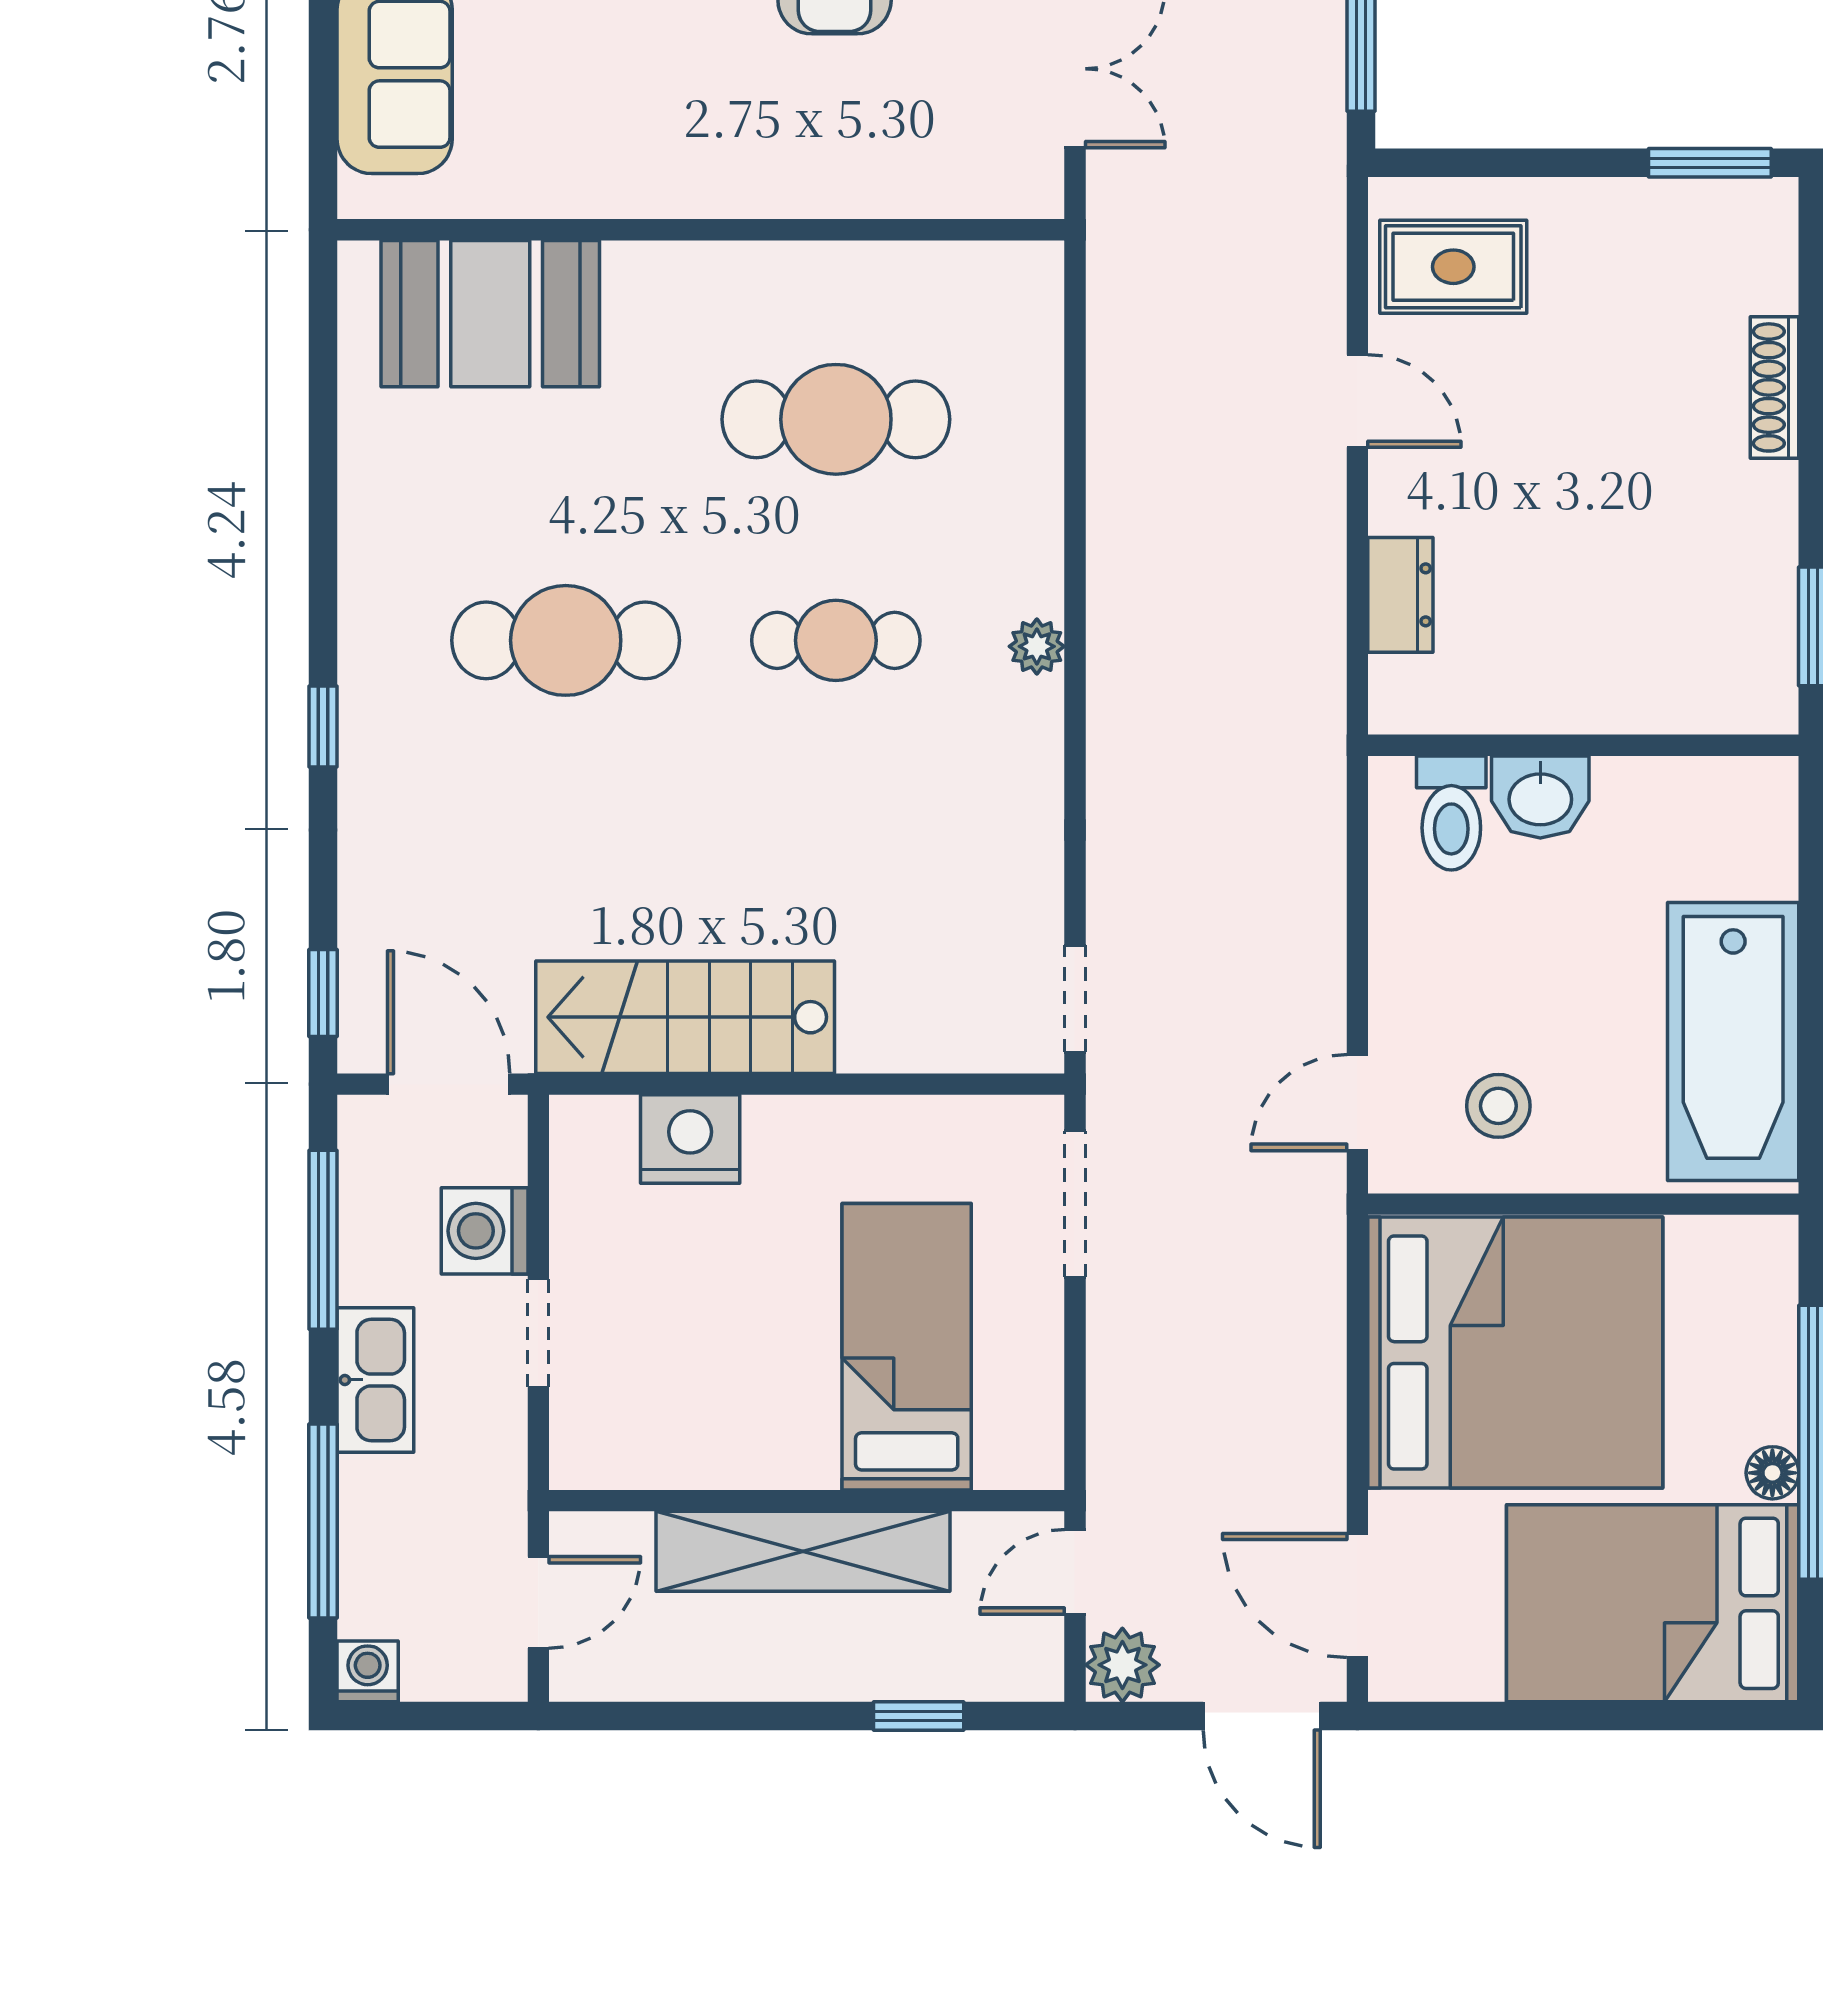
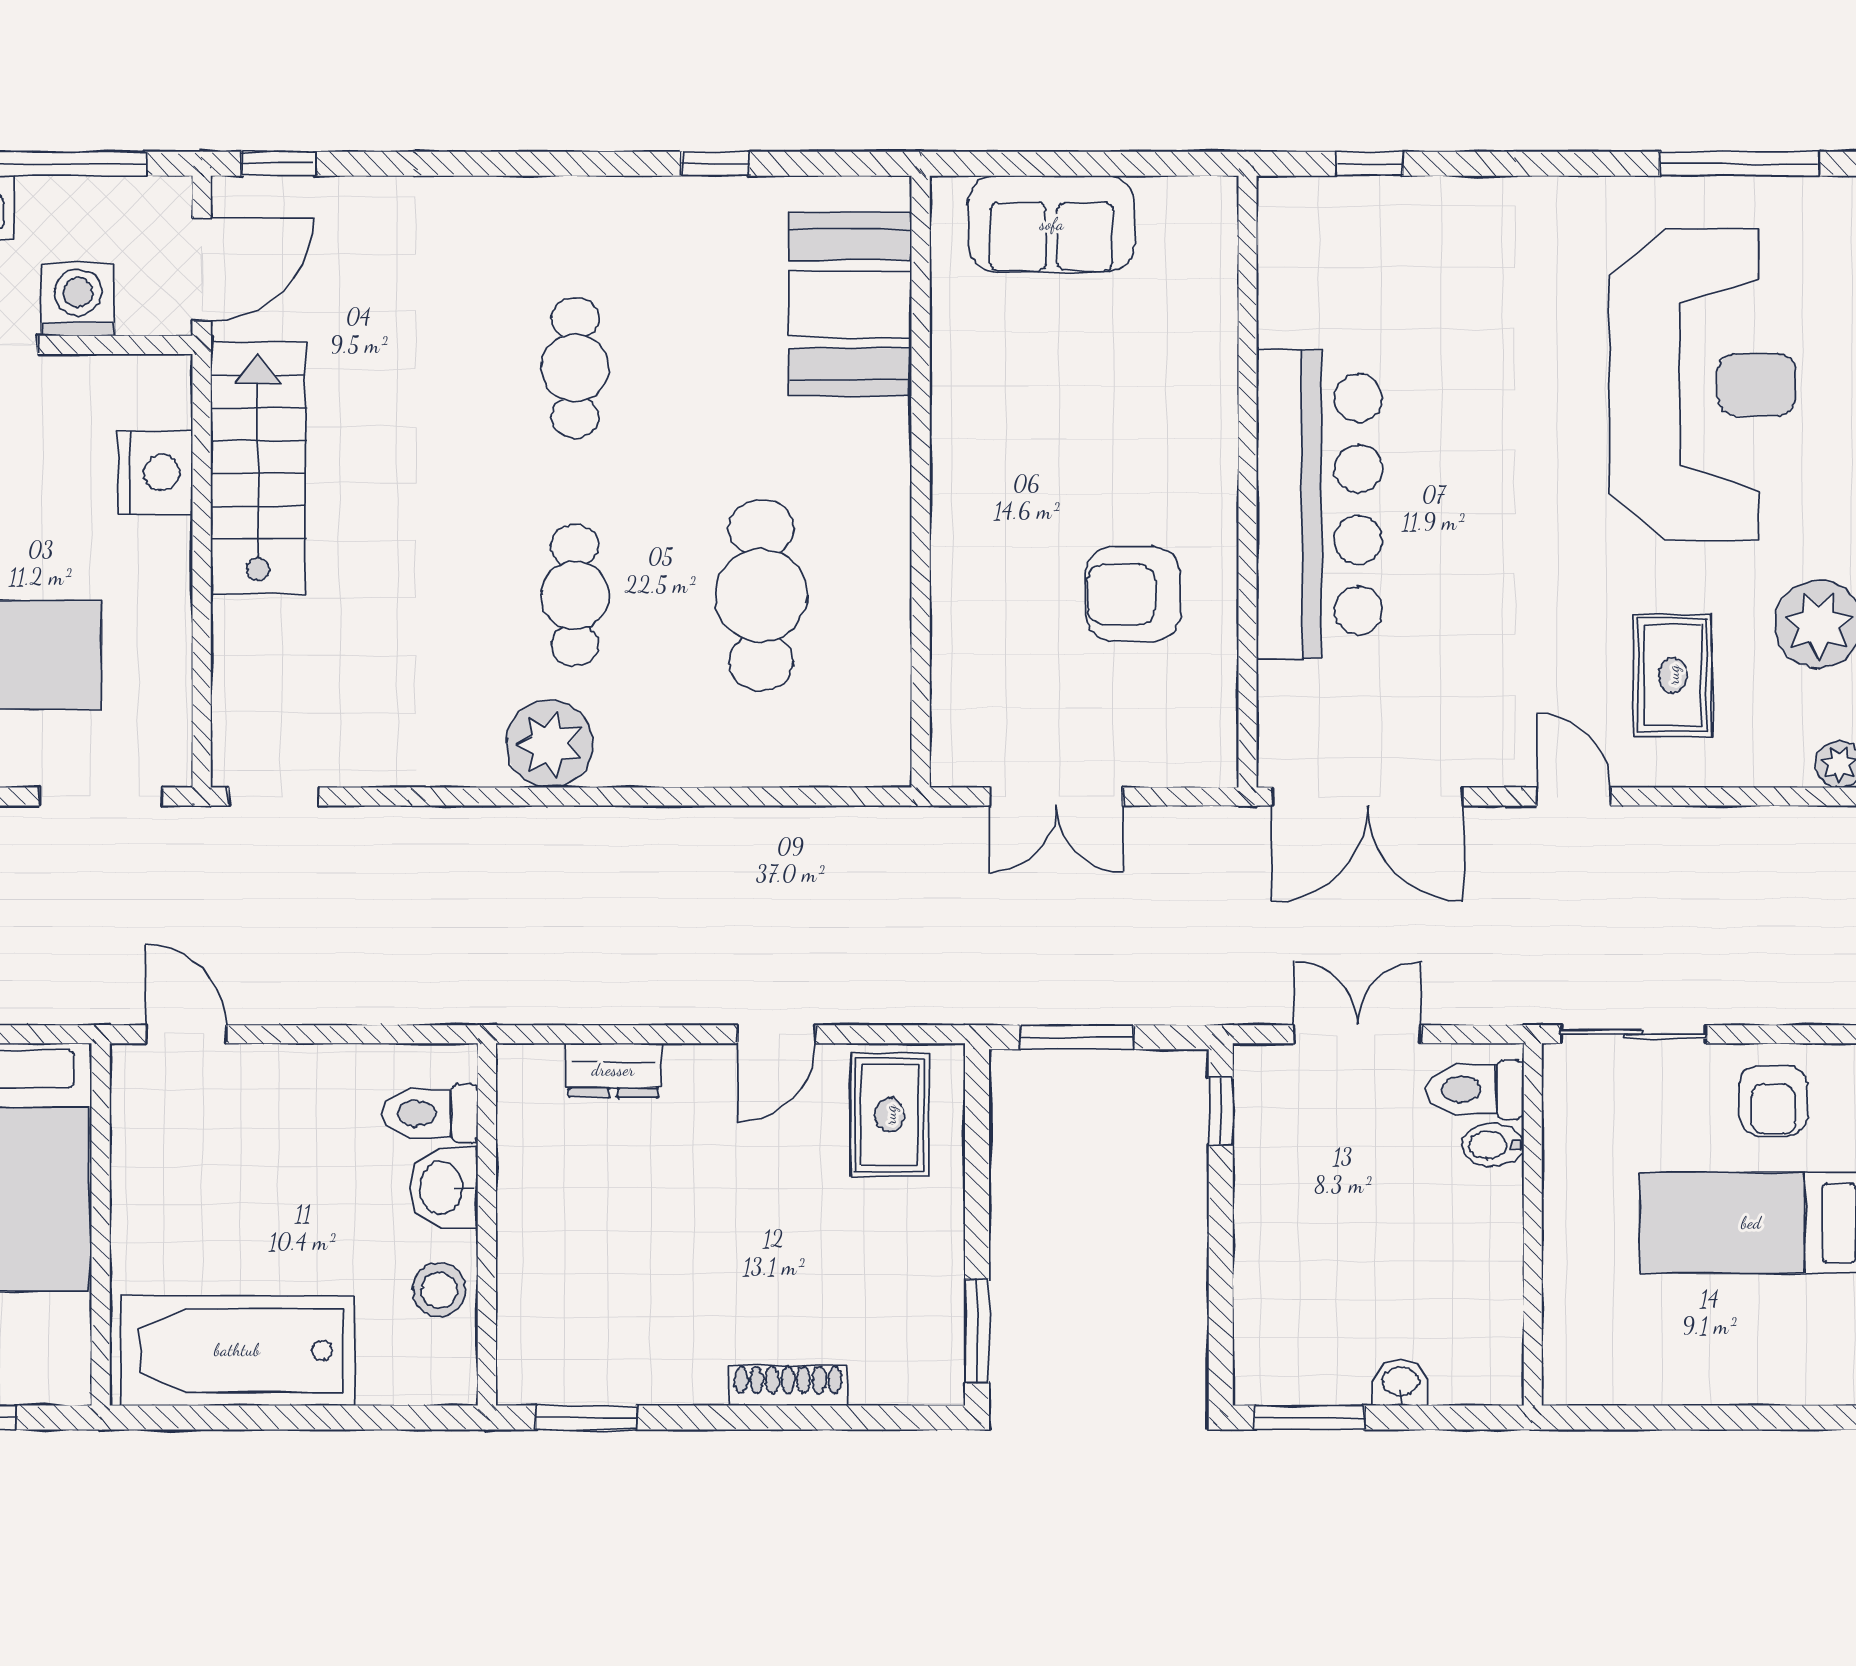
cafe table: (566, 640) -> (575, 368), width x0.73, depth x0.74
plant: (1037, 646) -> (550, 744), width x1.87, depth x1.87
window: (323, 727) -> (715, 164), moved
stool: (1498, 1106) -> (439, 1290), moved

